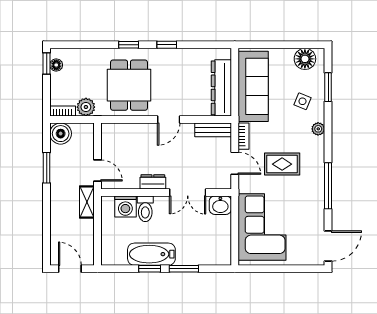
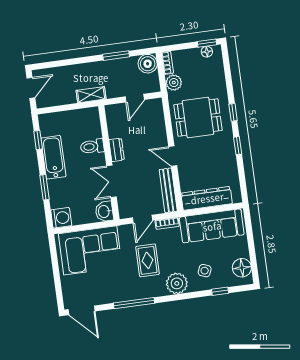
window: (328, 87) -> (220, 291), width x0.67
plant: (318, 129) -> (177, 283), width x1.88, depth x1.88
bench: (213, 130) -> (168, 190), width x1.36
door: (97, 170) -> (135, 98), moved
washing machine: (125, 206) -> (61, 218), moved, turned 180
window: (150, 269) -> (38, 140), moved

